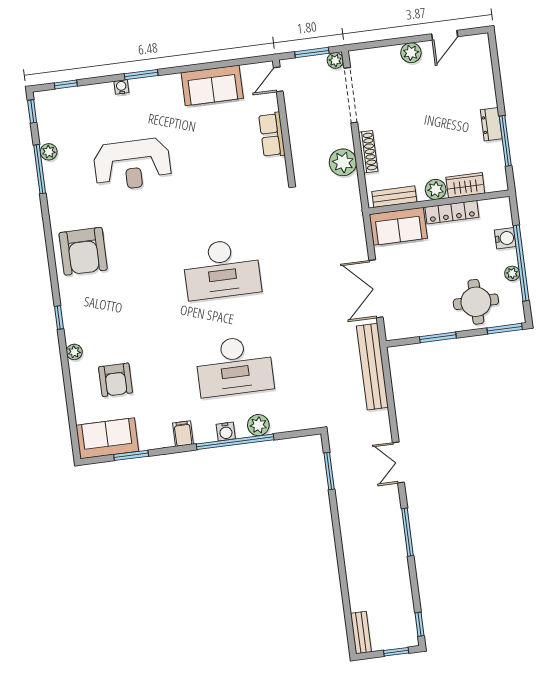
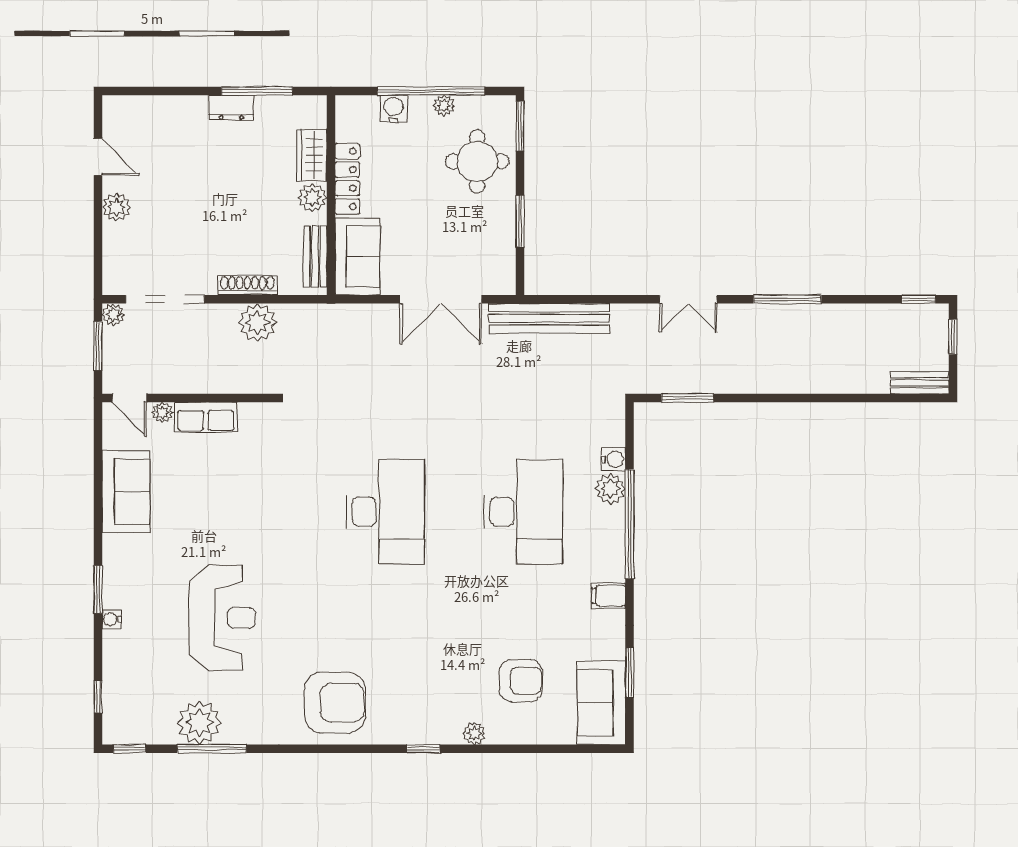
plant: (271, 104) -> (162, 412), added
plant: (49, 152) -> (199, 723), width x1.88, depth x1.88
water cooler: (226, 431) -> (613, 459), moved

